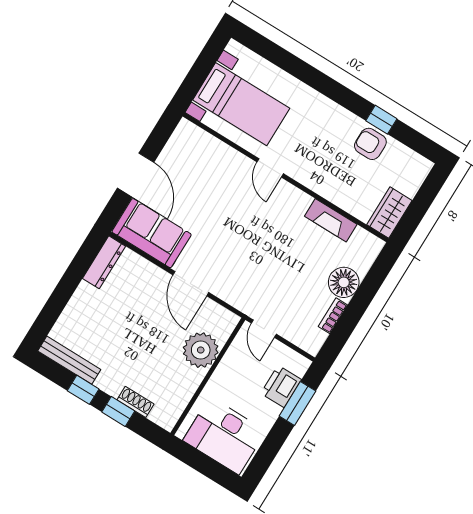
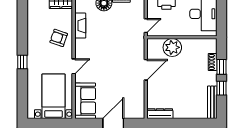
window: (381, 120) -> (22, 62), moved
armchair: (370, 144) -> (59, 38), moved, turned 109
sofa: (152, 233) -> (85, 101), moved, turned 180

